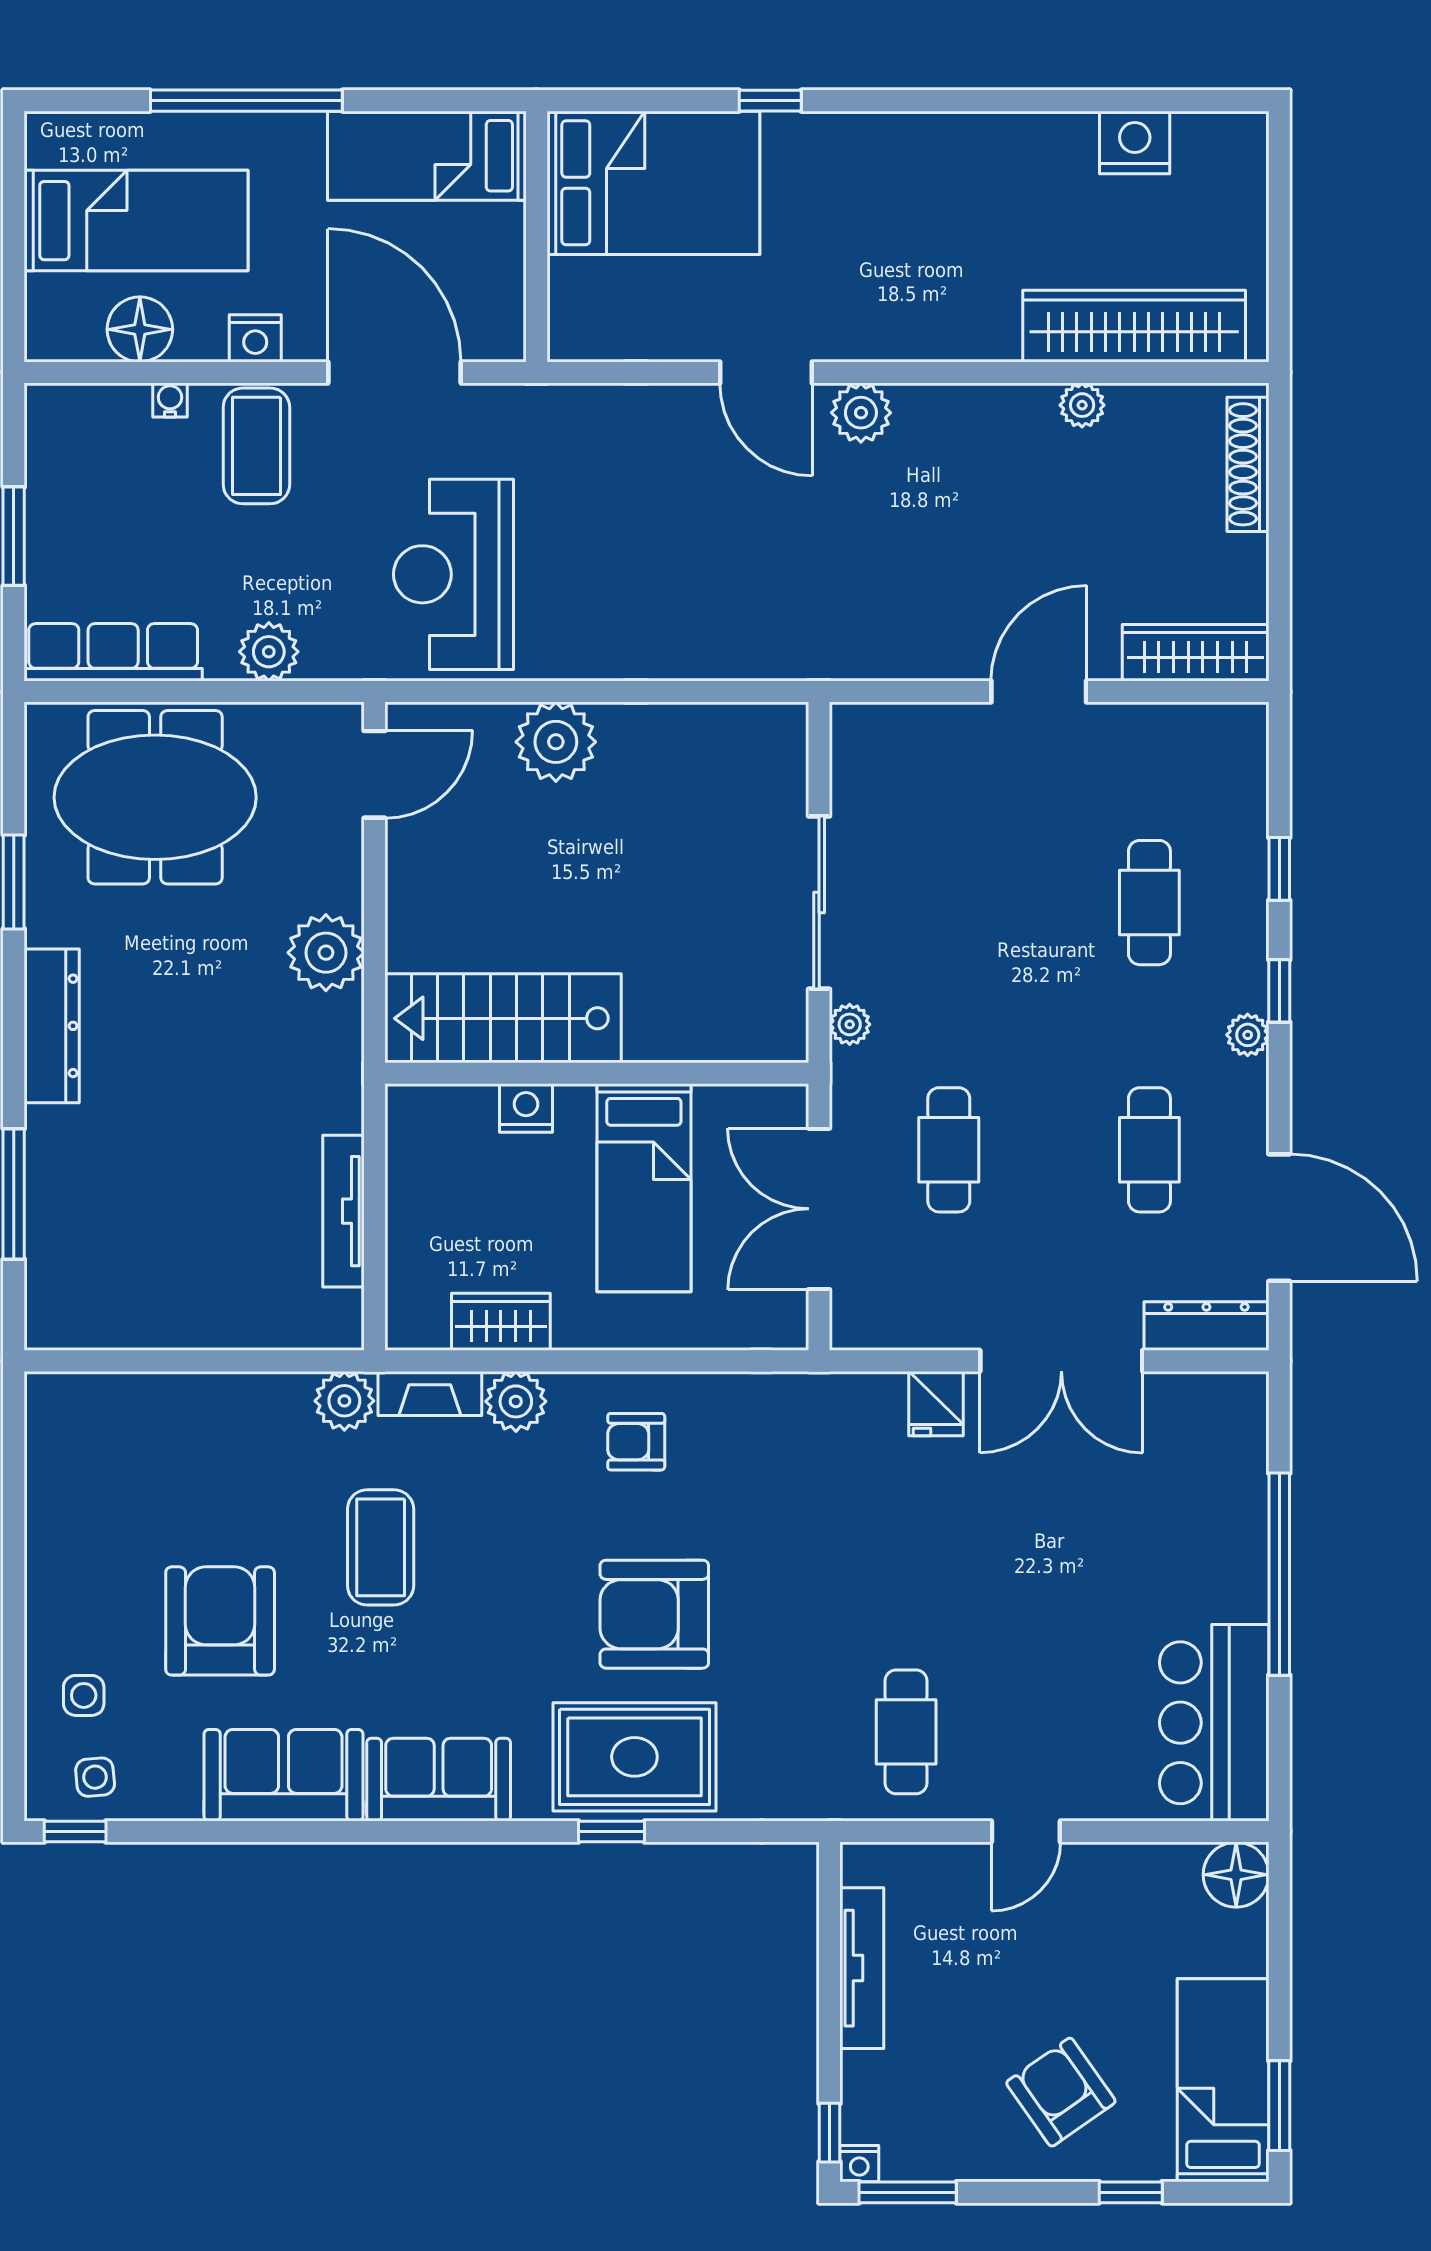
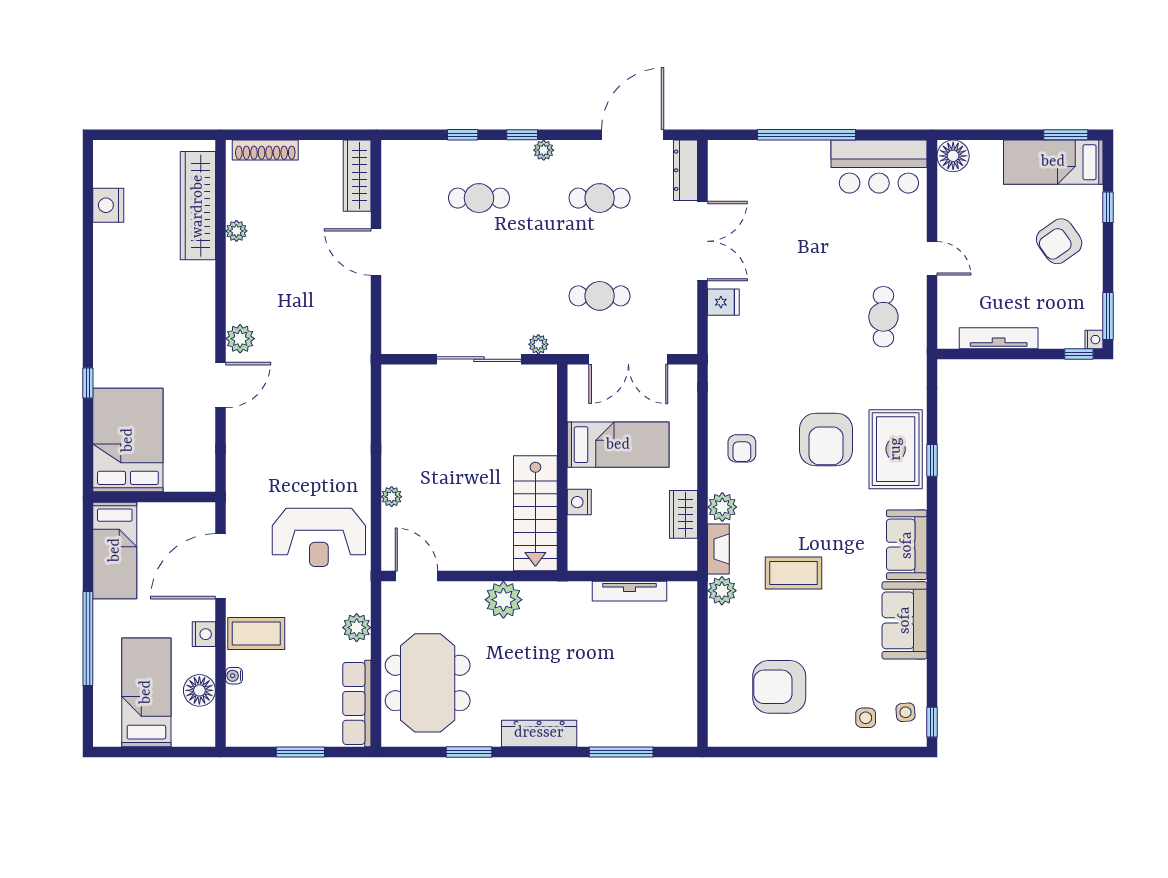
plant: (556, 742) -> (392, 497), width x0.53, depth x0.53
armchair: (220, 1621) -> (779, 687), moved
cafe table: (906, 1732) -> (883, 317), turned 90

